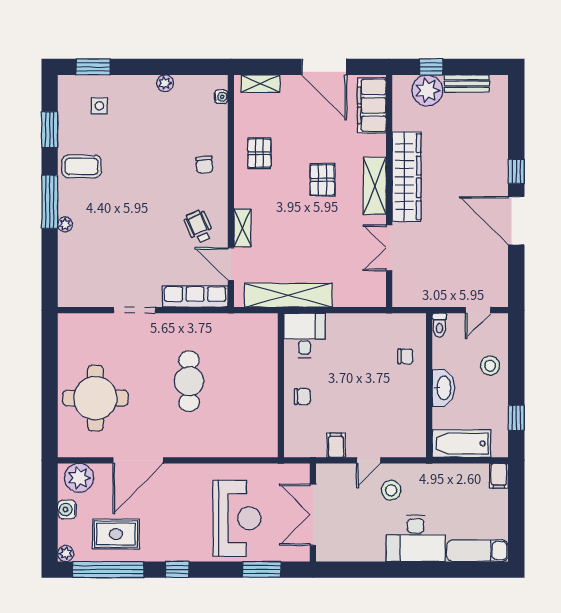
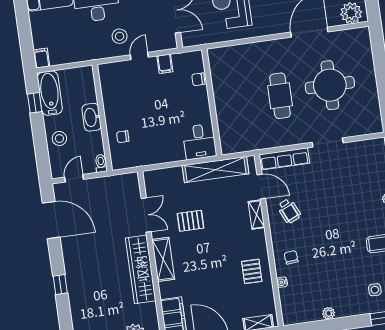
water cooler: (221, 97) -> (282, 282), moved
pallet: (322, 180) -> (191, 221), moved, turned 90
door: (516, 221) -> (51, 220), moved
chair: (302, 397) -> (198, 79), moved
round table: (95, 398) -> (330, 85), moved
bathtub: (462, 444) -> (50, 93), moved, turned -90

